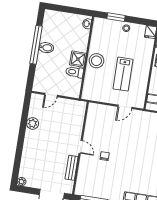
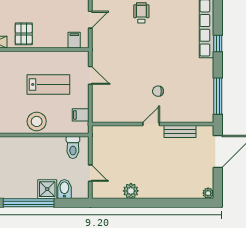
bidet: (46, 48) -> (64, 189), moved
shower: (78, 59) -> (47, 189), moved
toilet: (75, 72) -> (73, 147), moved
filing cabinet: (96, 95) -> (81, 115), added

